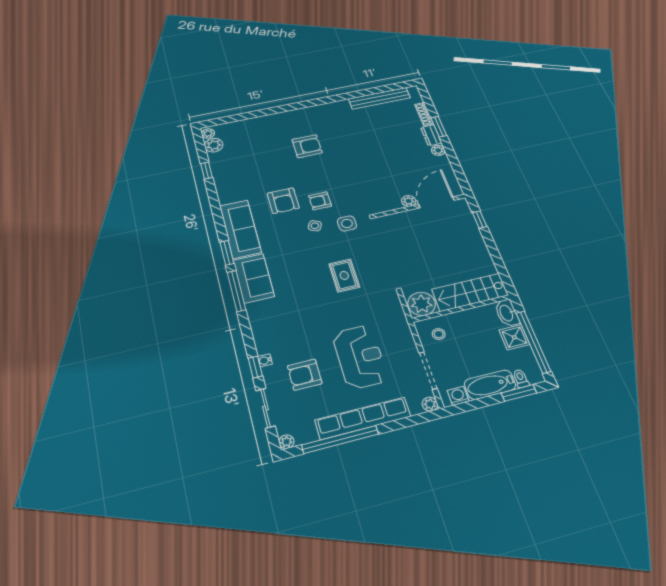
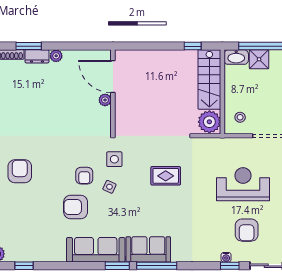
armchair: (283, 201) -> (76, 207), turned 180
window: (480, 220) -> (193, 46), moved

